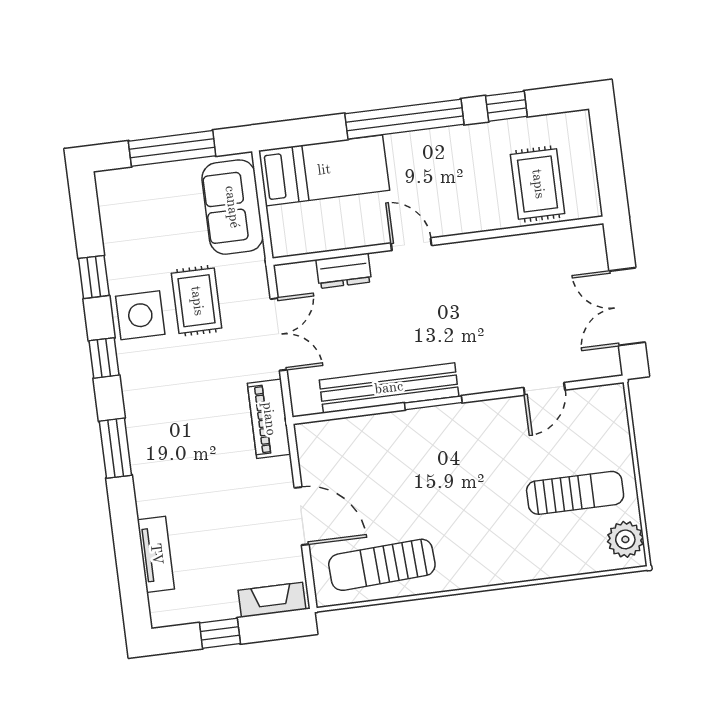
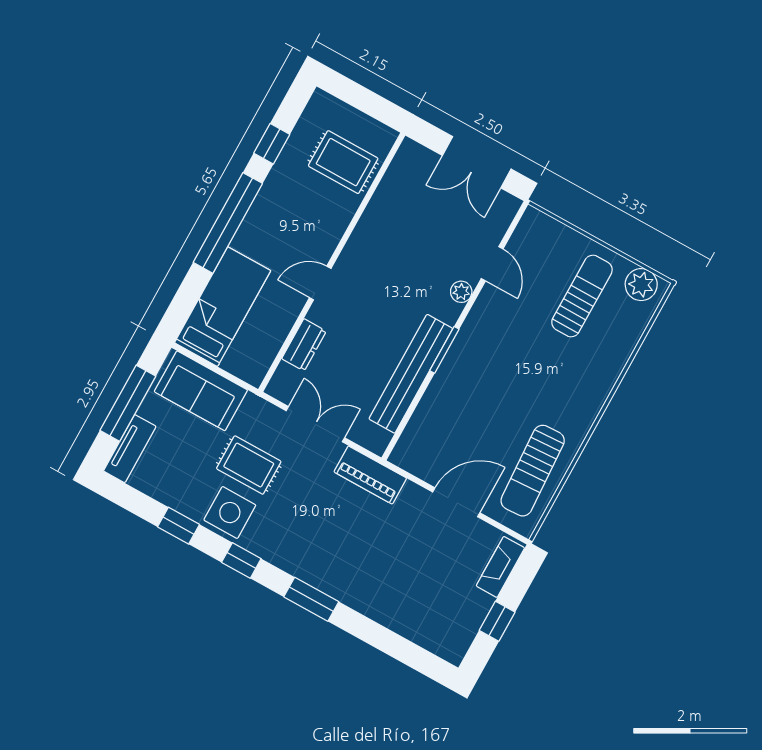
plant: (498, 379) -> (461, 292), added
tv unit: (156, 554) -> (130, 449), moved, turned 90

